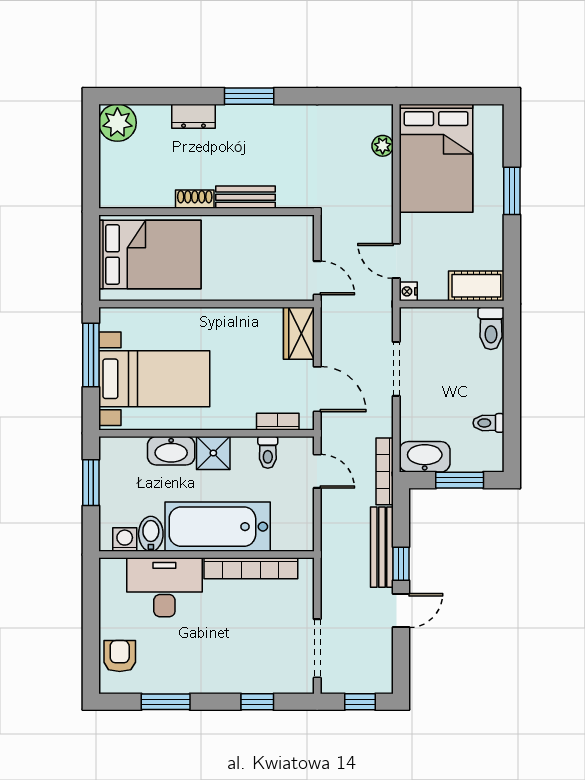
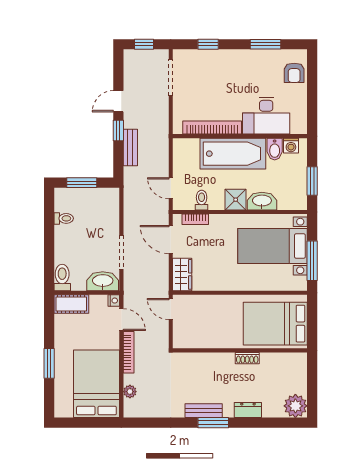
bench: (246, 197) -> (204, 411), moved
washbasin: (425, 457) -> (103, 281), moved, turned 180
bookcase: (385, 471) -> (129, 352), moved
bench: (382, 547) -> (130, 148), width x0.73

